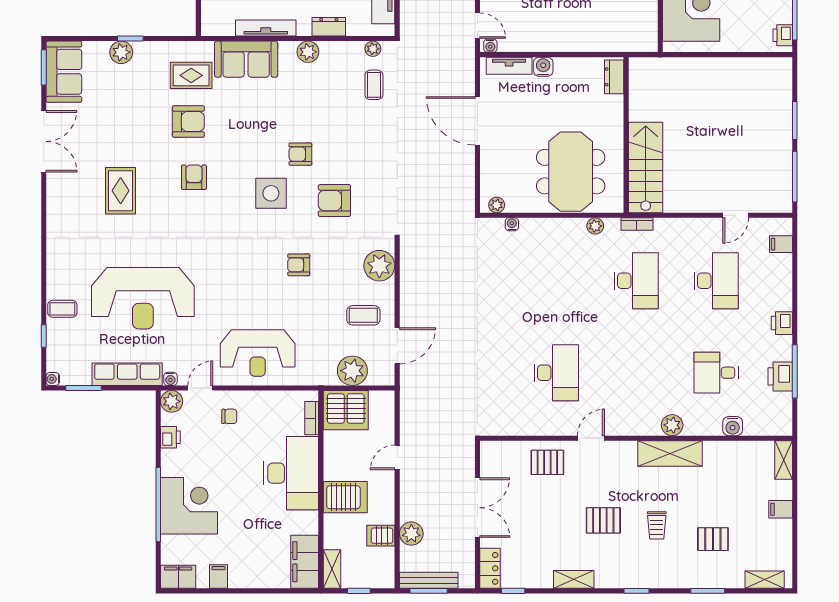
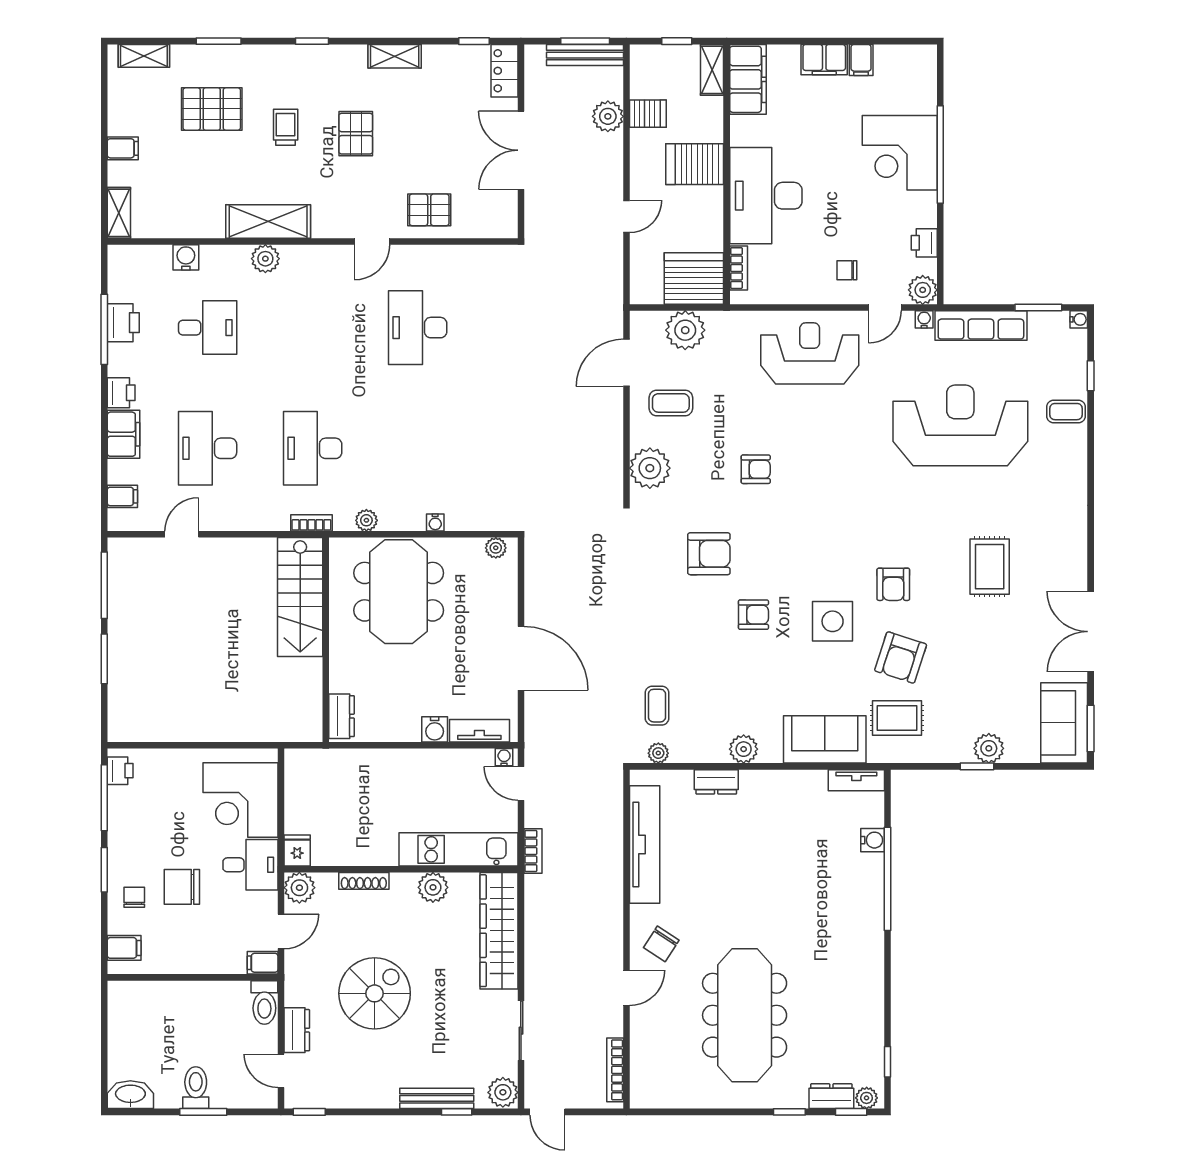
tv unit: (266, 28) -> (856, 780), moved, width x0.71
armchair: (188, 122) -> (901, 657), turned -72
side table: (271, 193) -> (833, 621), moved
water cooler: (512, 224) -> (435, 523), moved
filing cabinet: (780, 292) -> (124, 434), added
pallet: (603, 520) -> (356, 134), turned 90
pallet: (713, 539) -> (212, 109), width x1.50, depth x1.42
filing cabinet: (178, 577) -> (824, 60), moved

